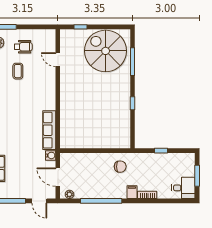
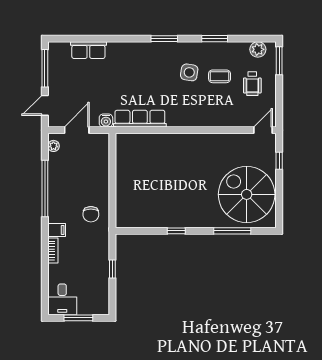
spiral stairs: (106, 51) -> (247, 194), turned -90
door: (58, 60) -> (263, 130), moved
side table: (15, 94) -> (189, 72), added

